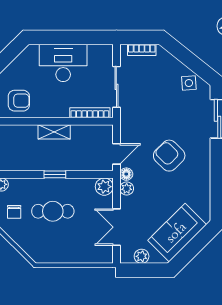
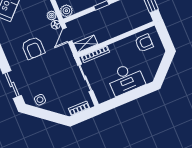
armchair: (19, 101) -> (144, 43), turned 180
shelving: (54, 132) -> (86, 44), moved
armchair: (169, 156) -> (33, 48), turned 45

